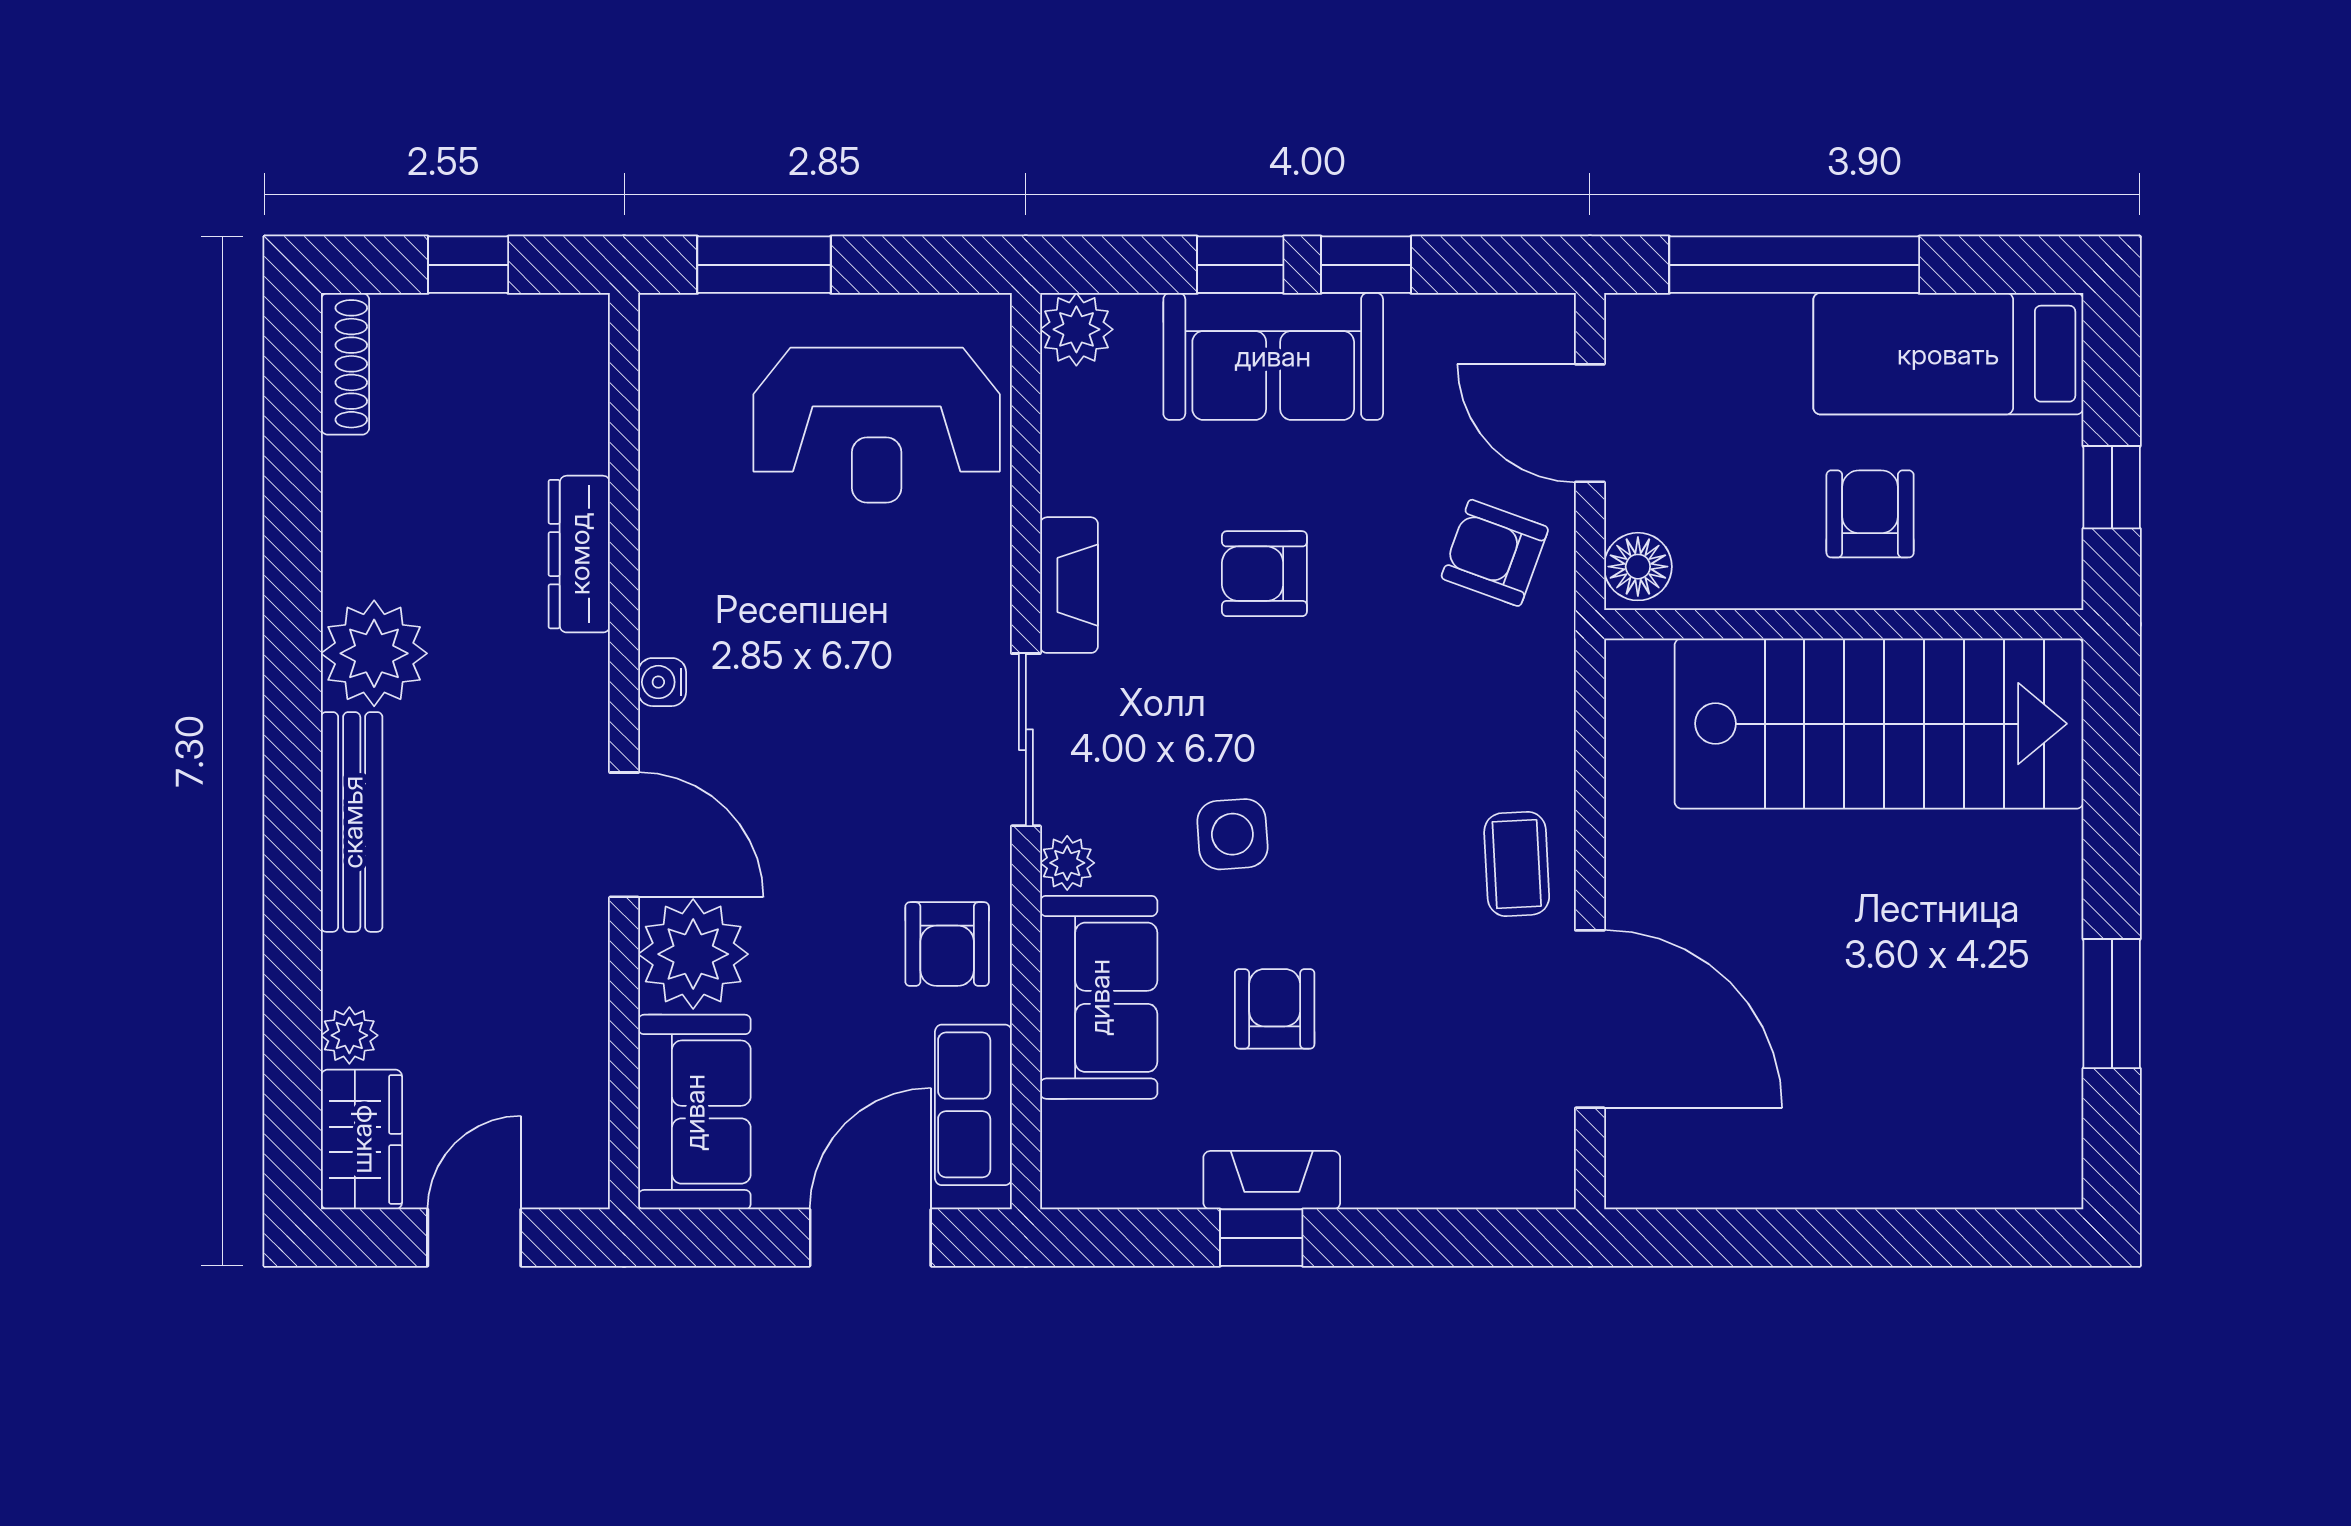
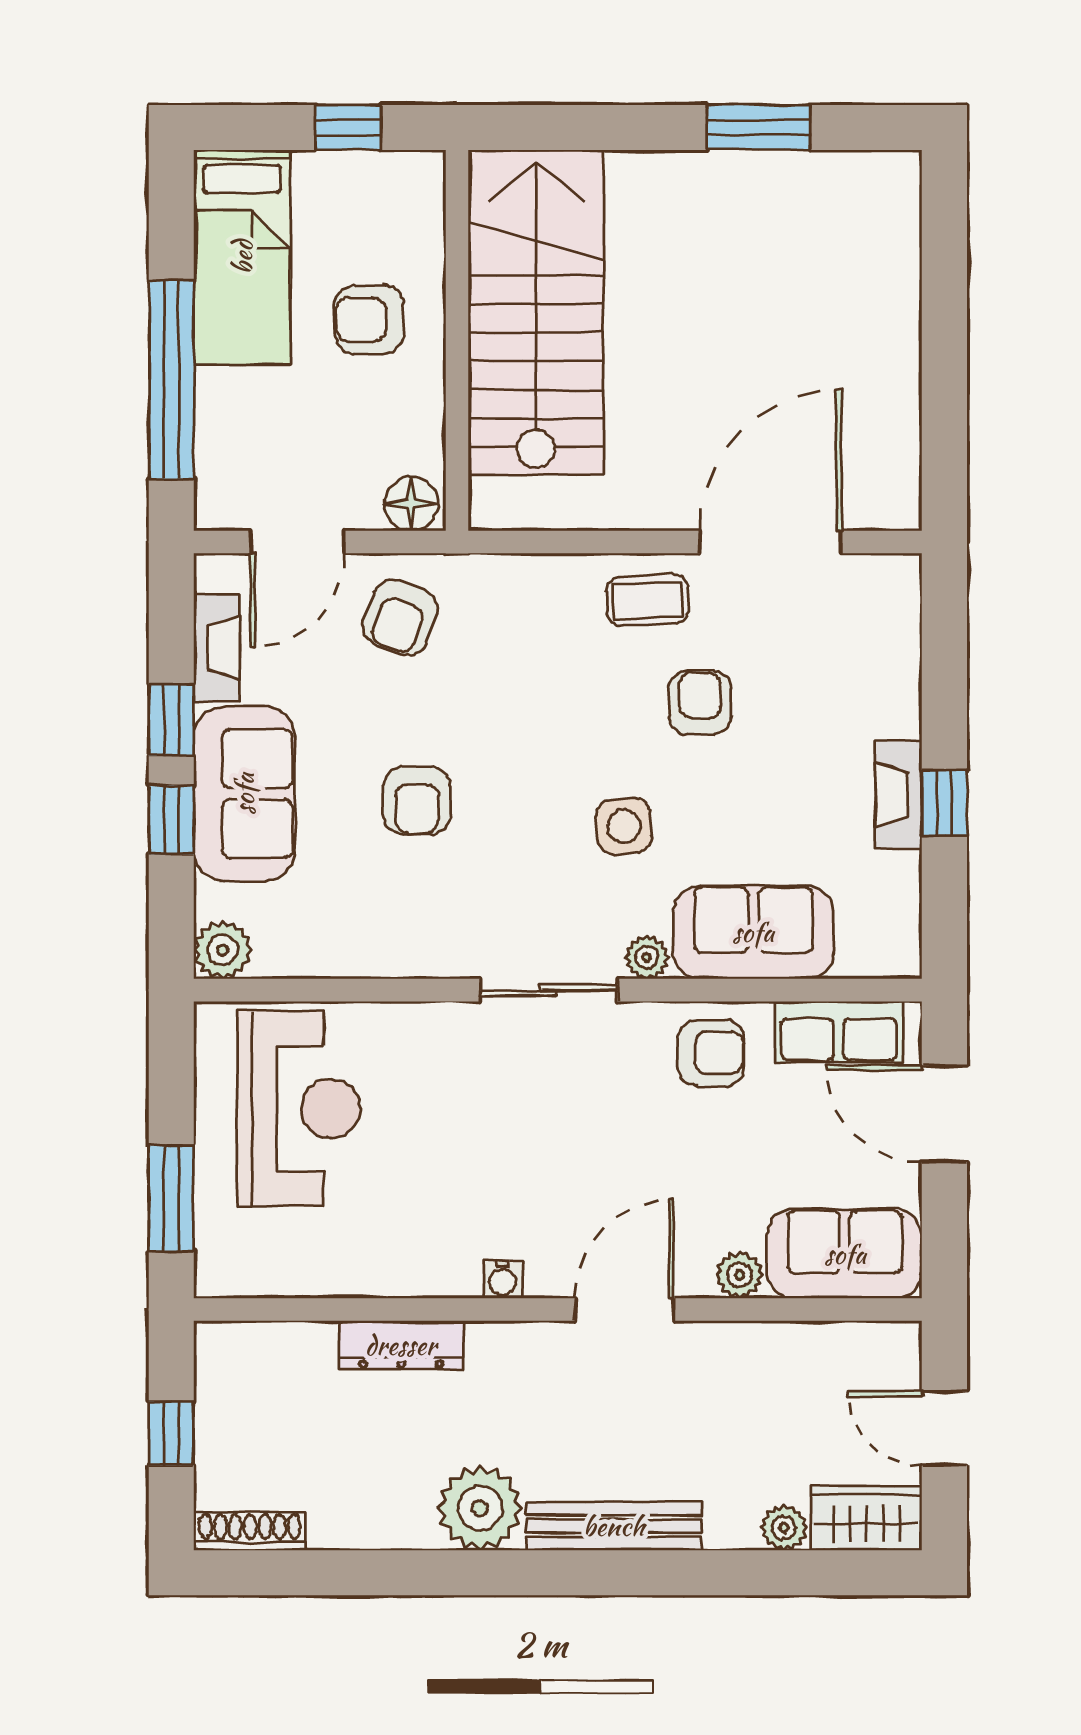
fireplace: (1069, 585) -> (217, 648), moved, turned 90
plant: (693, 954) -> (739, 1275), width x0.53, depth x0.53
armchair: (1275, 1009) -> (700, 703), moved, turned 90

